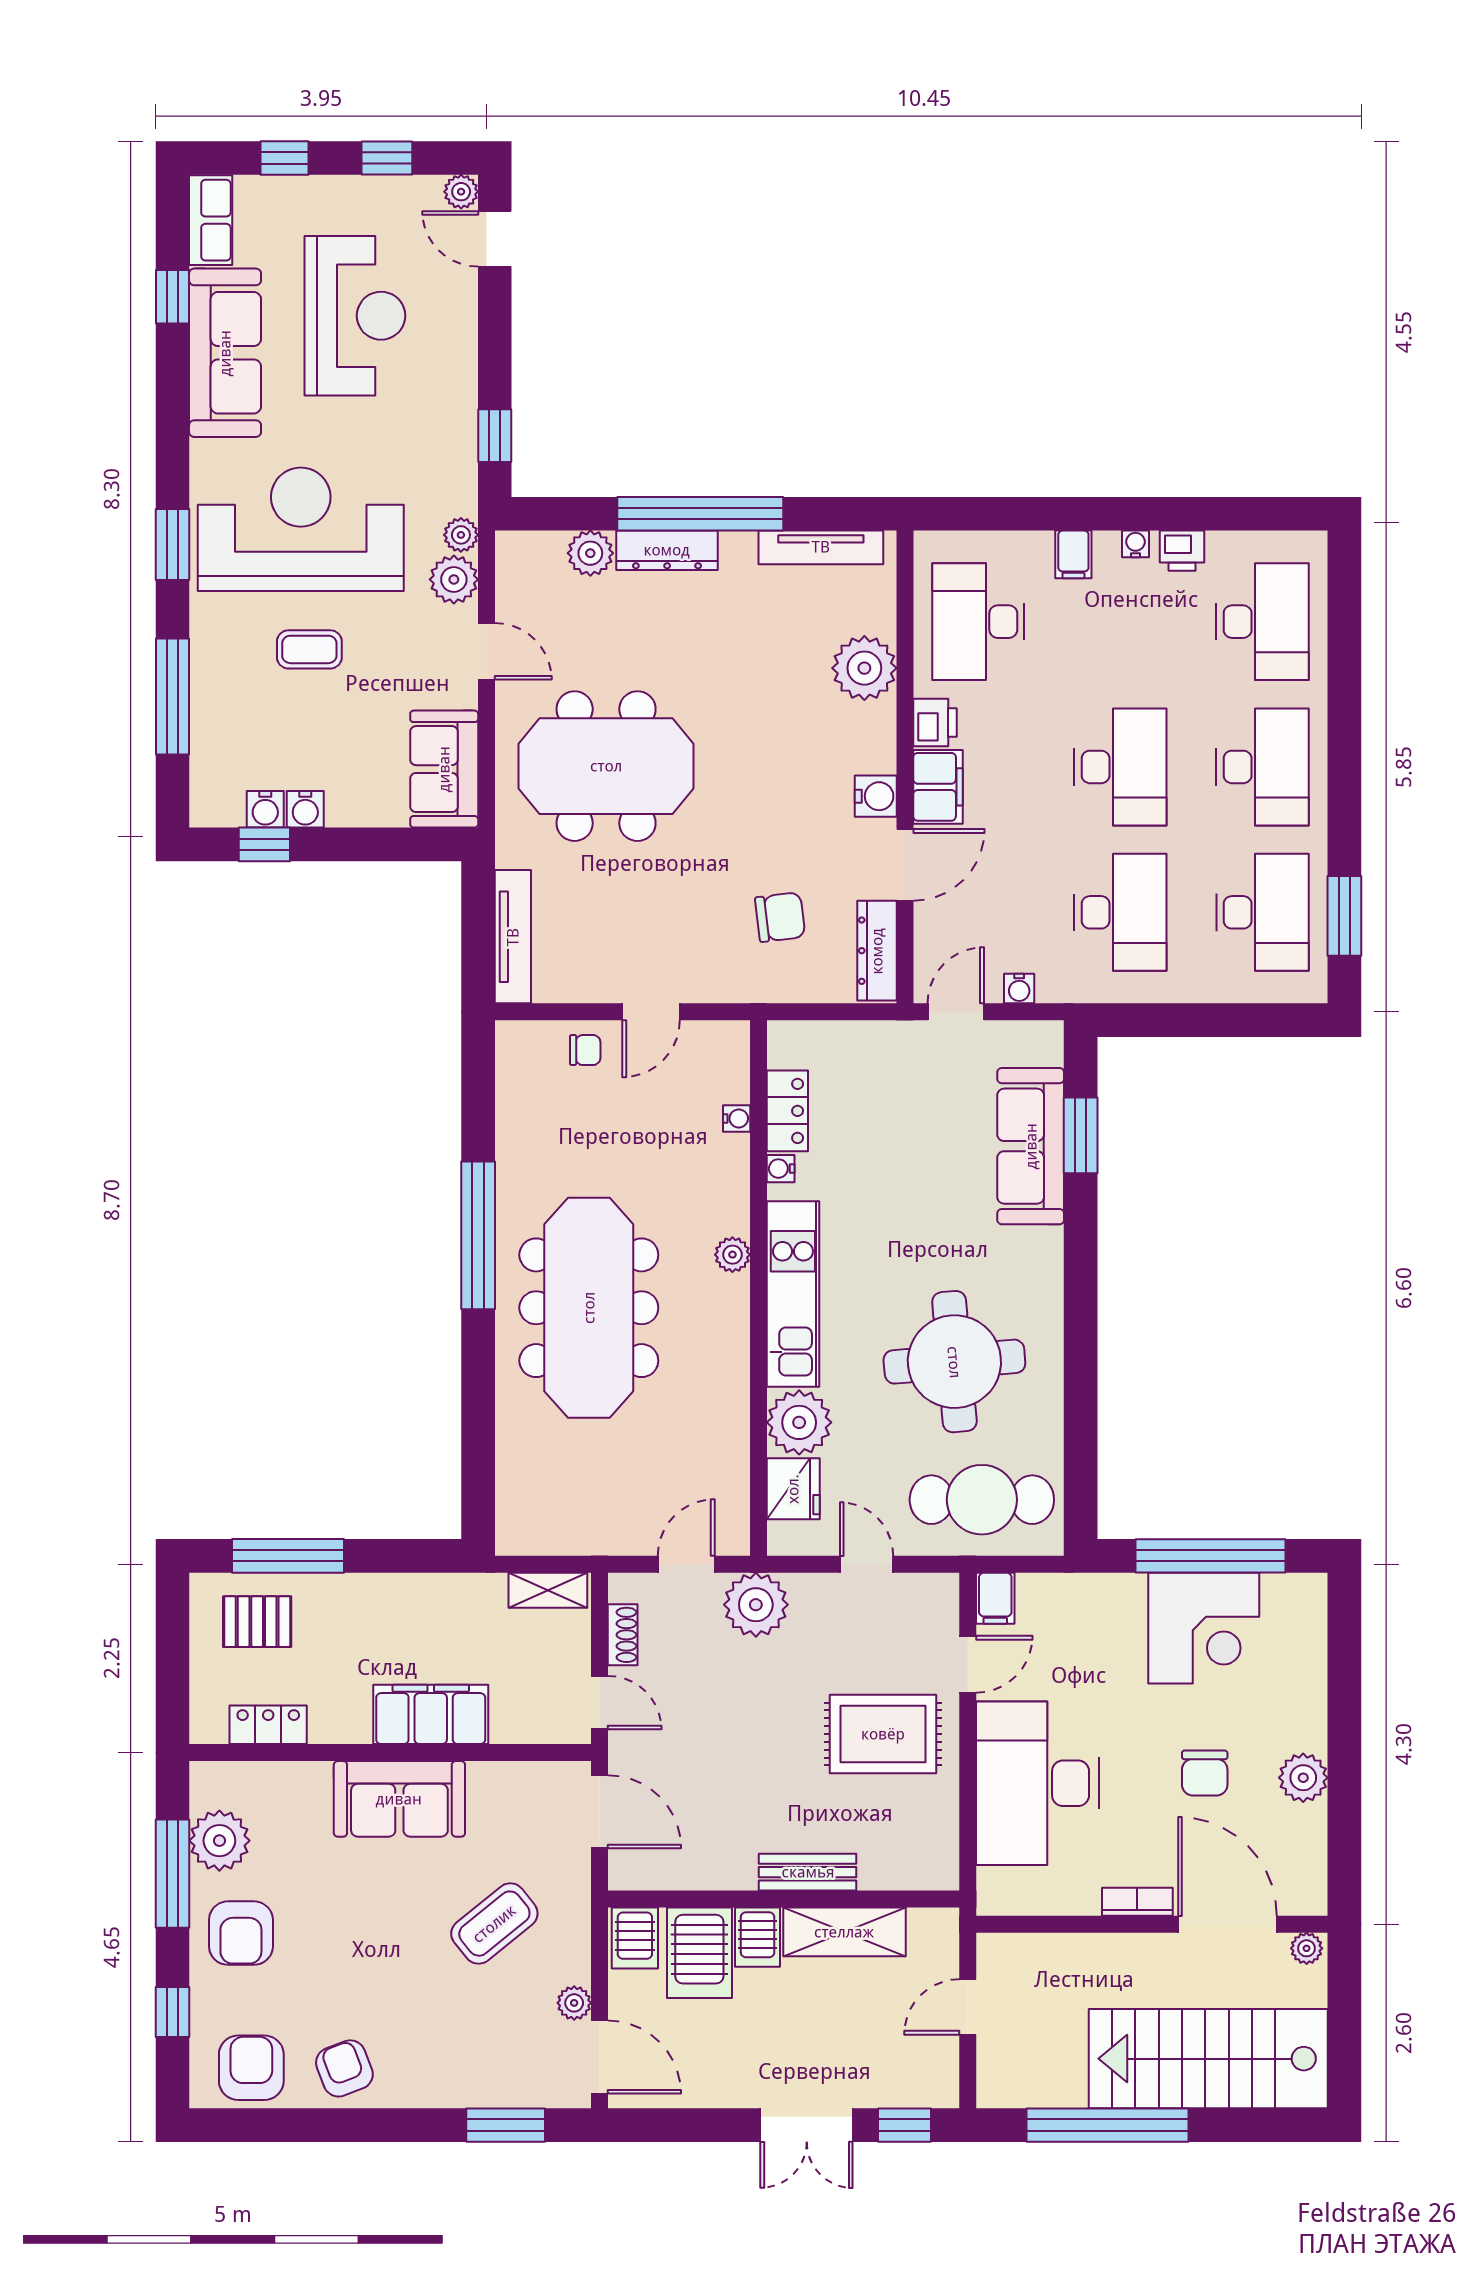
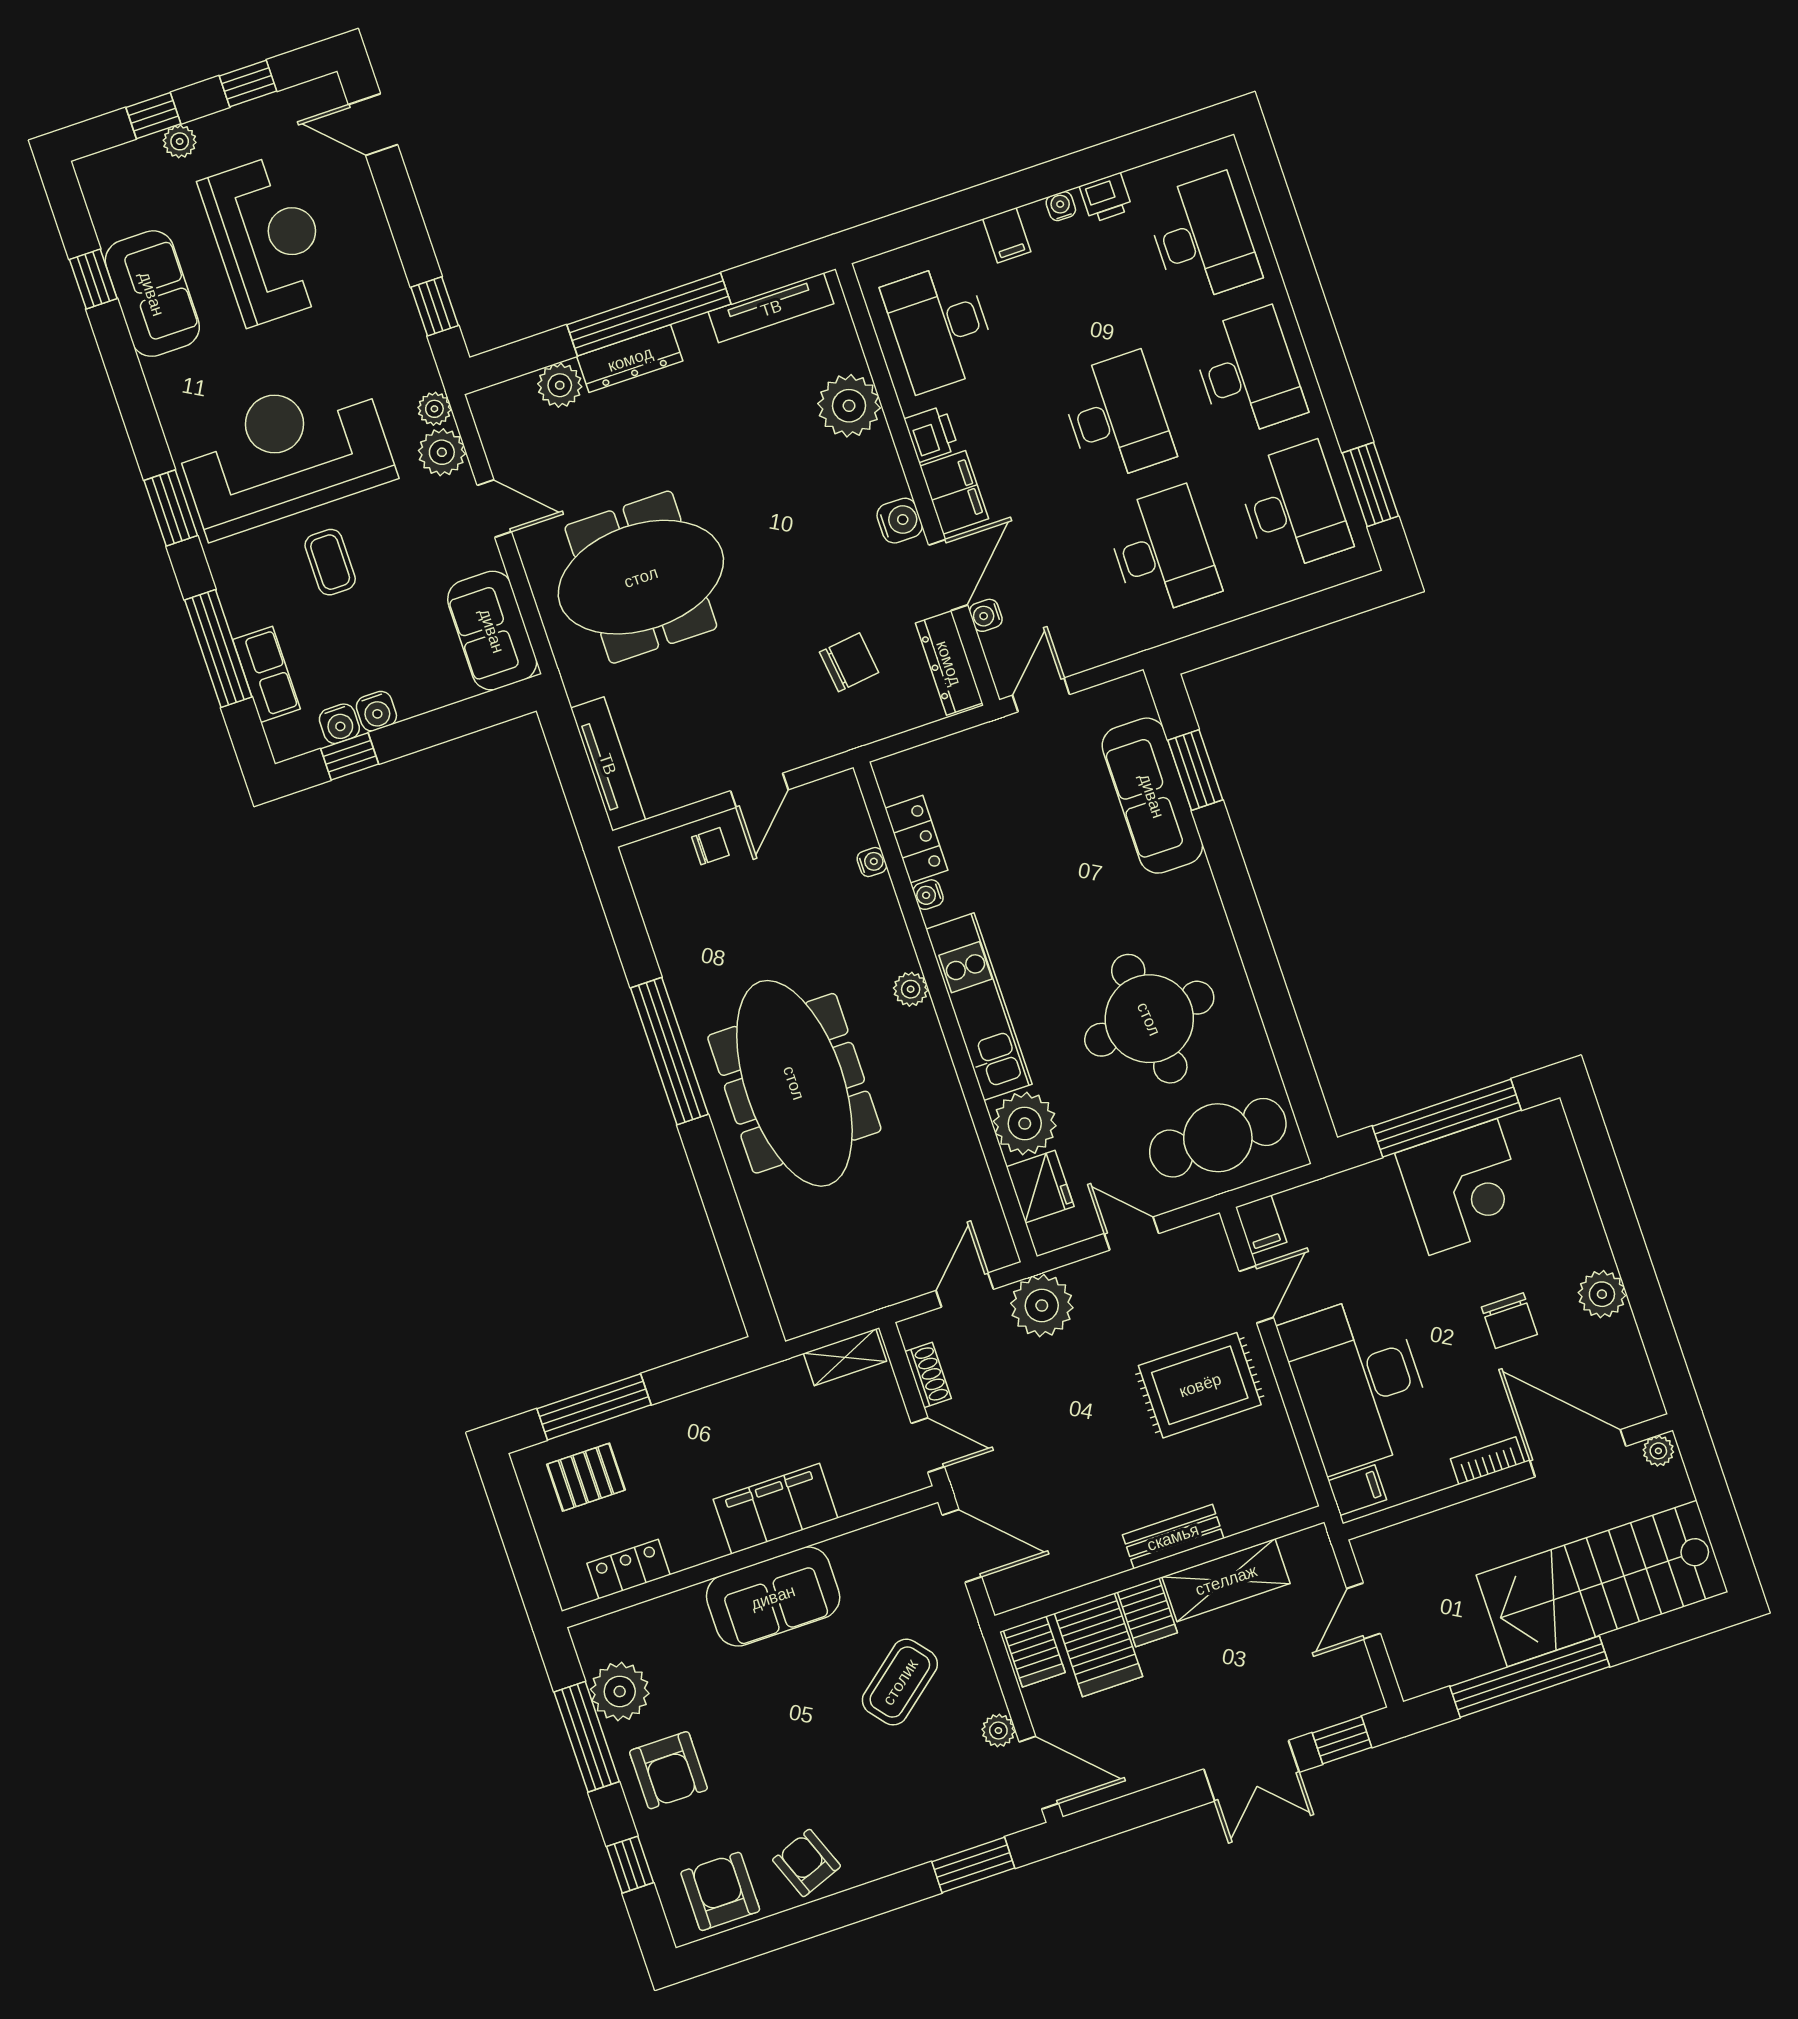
plant: (461, 192) -> (180, 141), moved
row of seats: (211, 220) -> (266, 674), moved
sofa: (225, 353) -> (152, 294), width x0.73
coffee table: (309, 649) -> (330, 562), turned 90
water cooler: (1019, 988) -> (986, 615), moved, turned 90
filing cabinet: (1001, 1888) -> (1357, 1490), added

